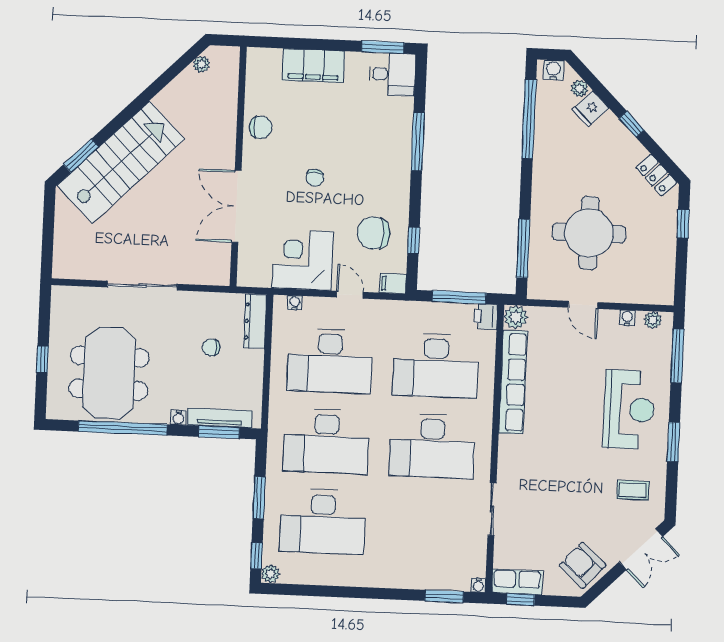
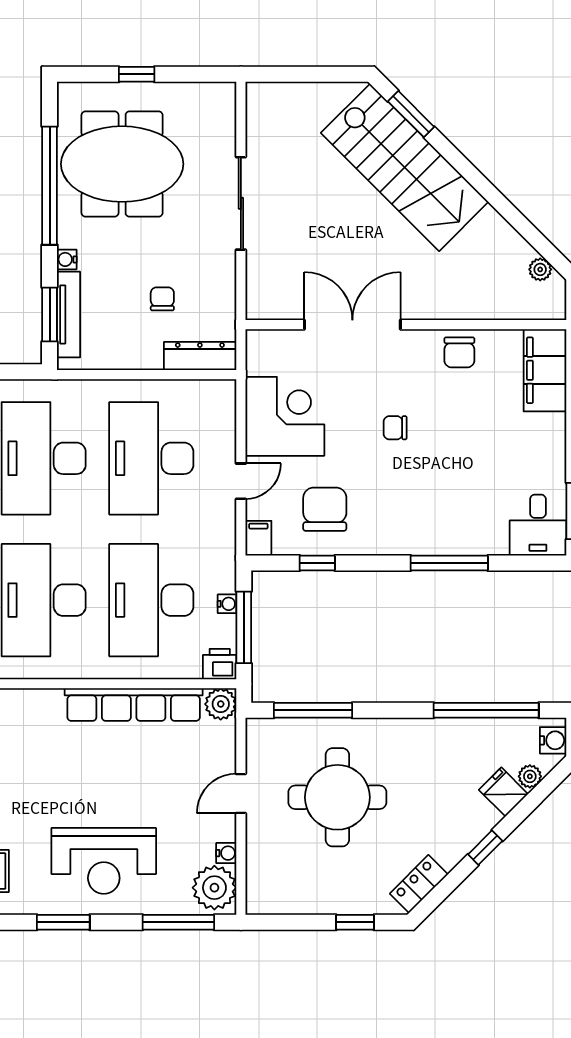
filing cabinet: (313, 66) -> (545, 370), moved
water cooler: (295, 303) -> (227, 604), moved
plant: (653, 320) -> (214, 888), width x1.88, depth x1.88

